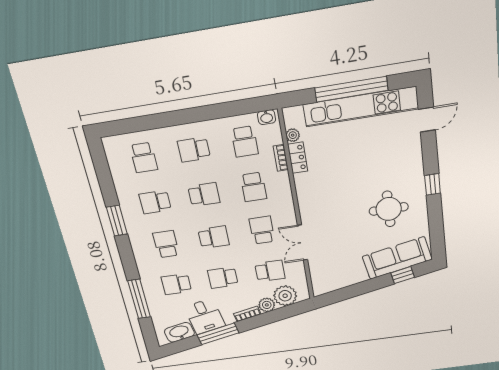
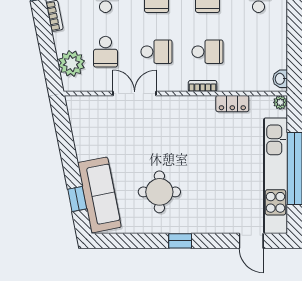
plant: (293, 135) -> (280, 102), moved
school desk: (245, 142) -> (258, 52), removed
bookcase: (281, 158) -> (203, 86), moved
school desk: (254, 187) -> (207, 52), turned 180
plant: (267, 305) -> (63, 40), removed

